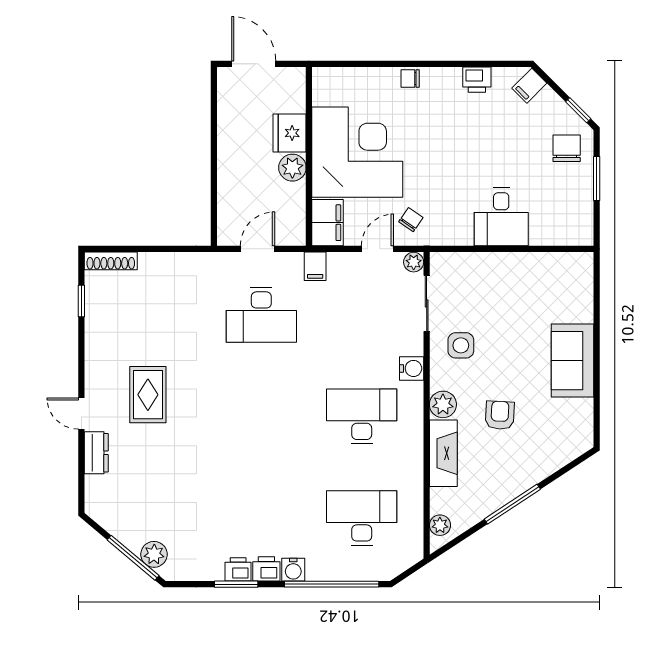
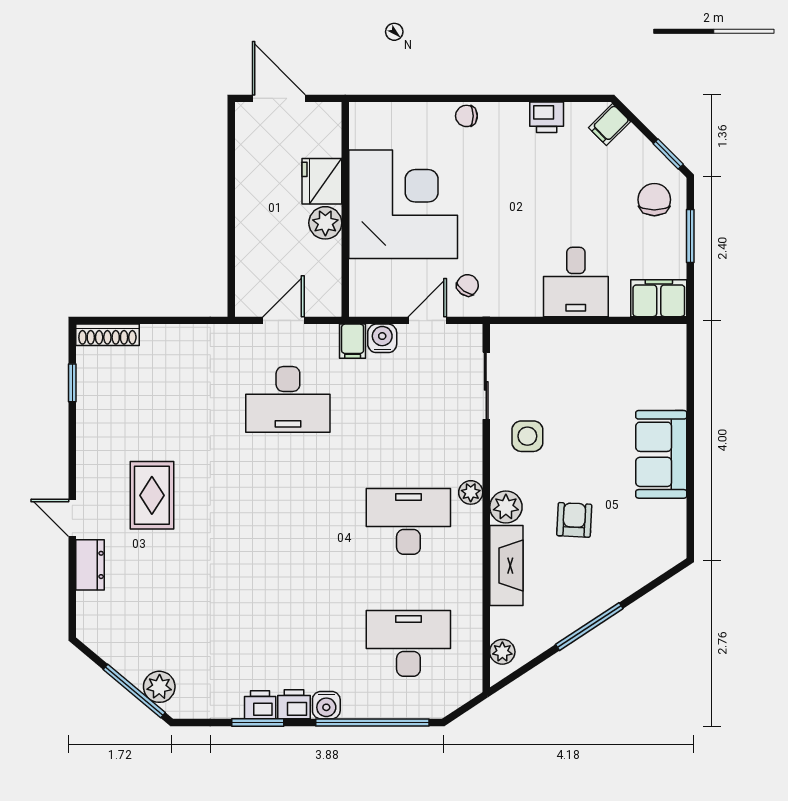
filing cabinet: (328, 223) -> (659, 298), moved, turned -90
plant: (414, 262) -> (471, 492), moved
water cooler: (412, 368) -> (382, 338), moved, turned -90

